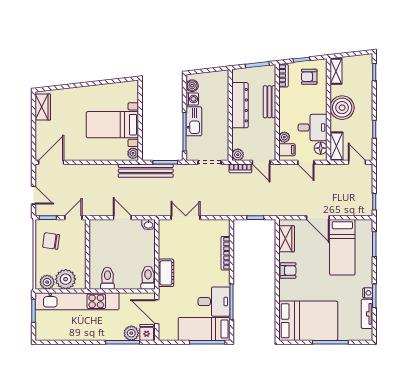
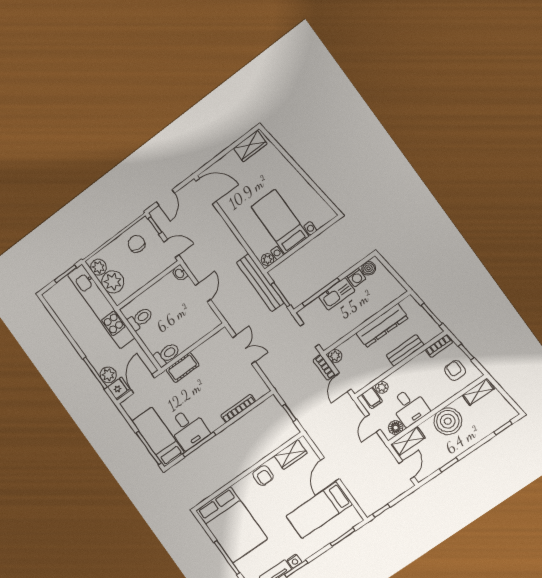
washbasin: (149, 225) -> (180, 273), moved

